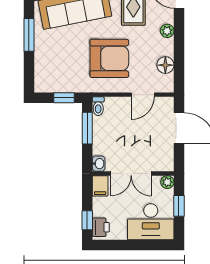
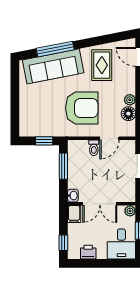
plant: (167, 31) -> (130, 100), moved
window: (29, 35) -> (15, 88), removed
toilet: (98, 106) -> (94, 148), moved
desk: (151, 222) -> (121, 244), width x0.73
printer: (101, 227) -> (88, 252), moved, turned -90

